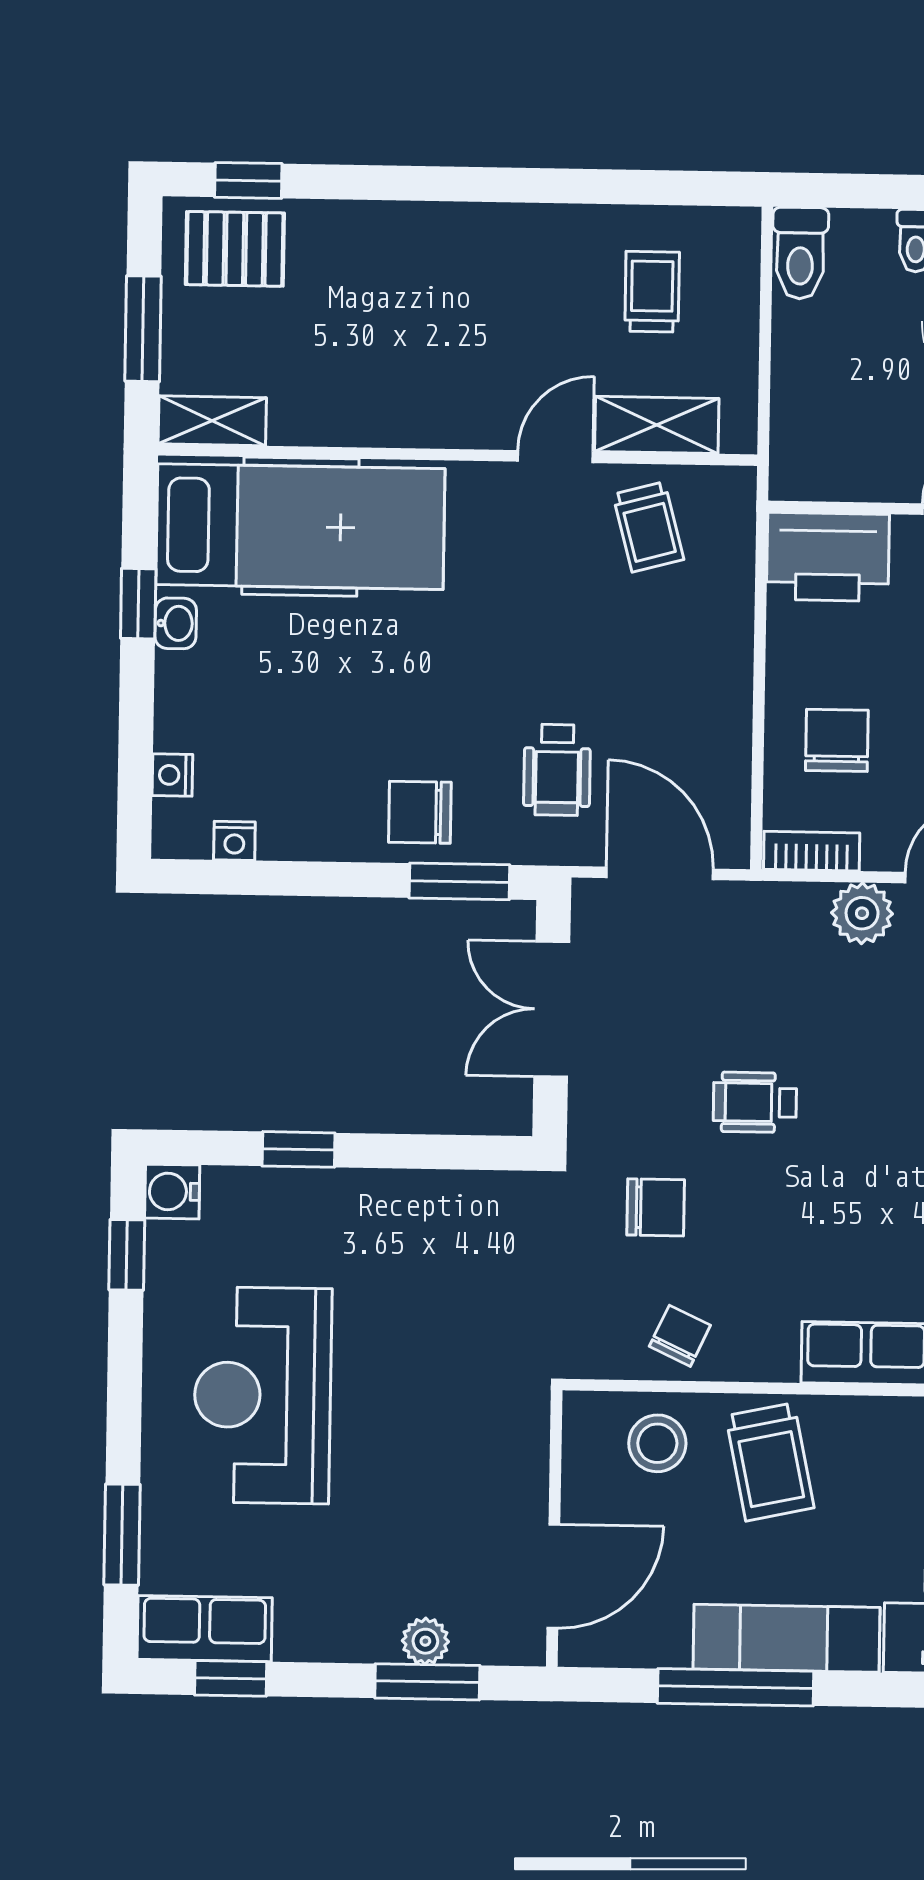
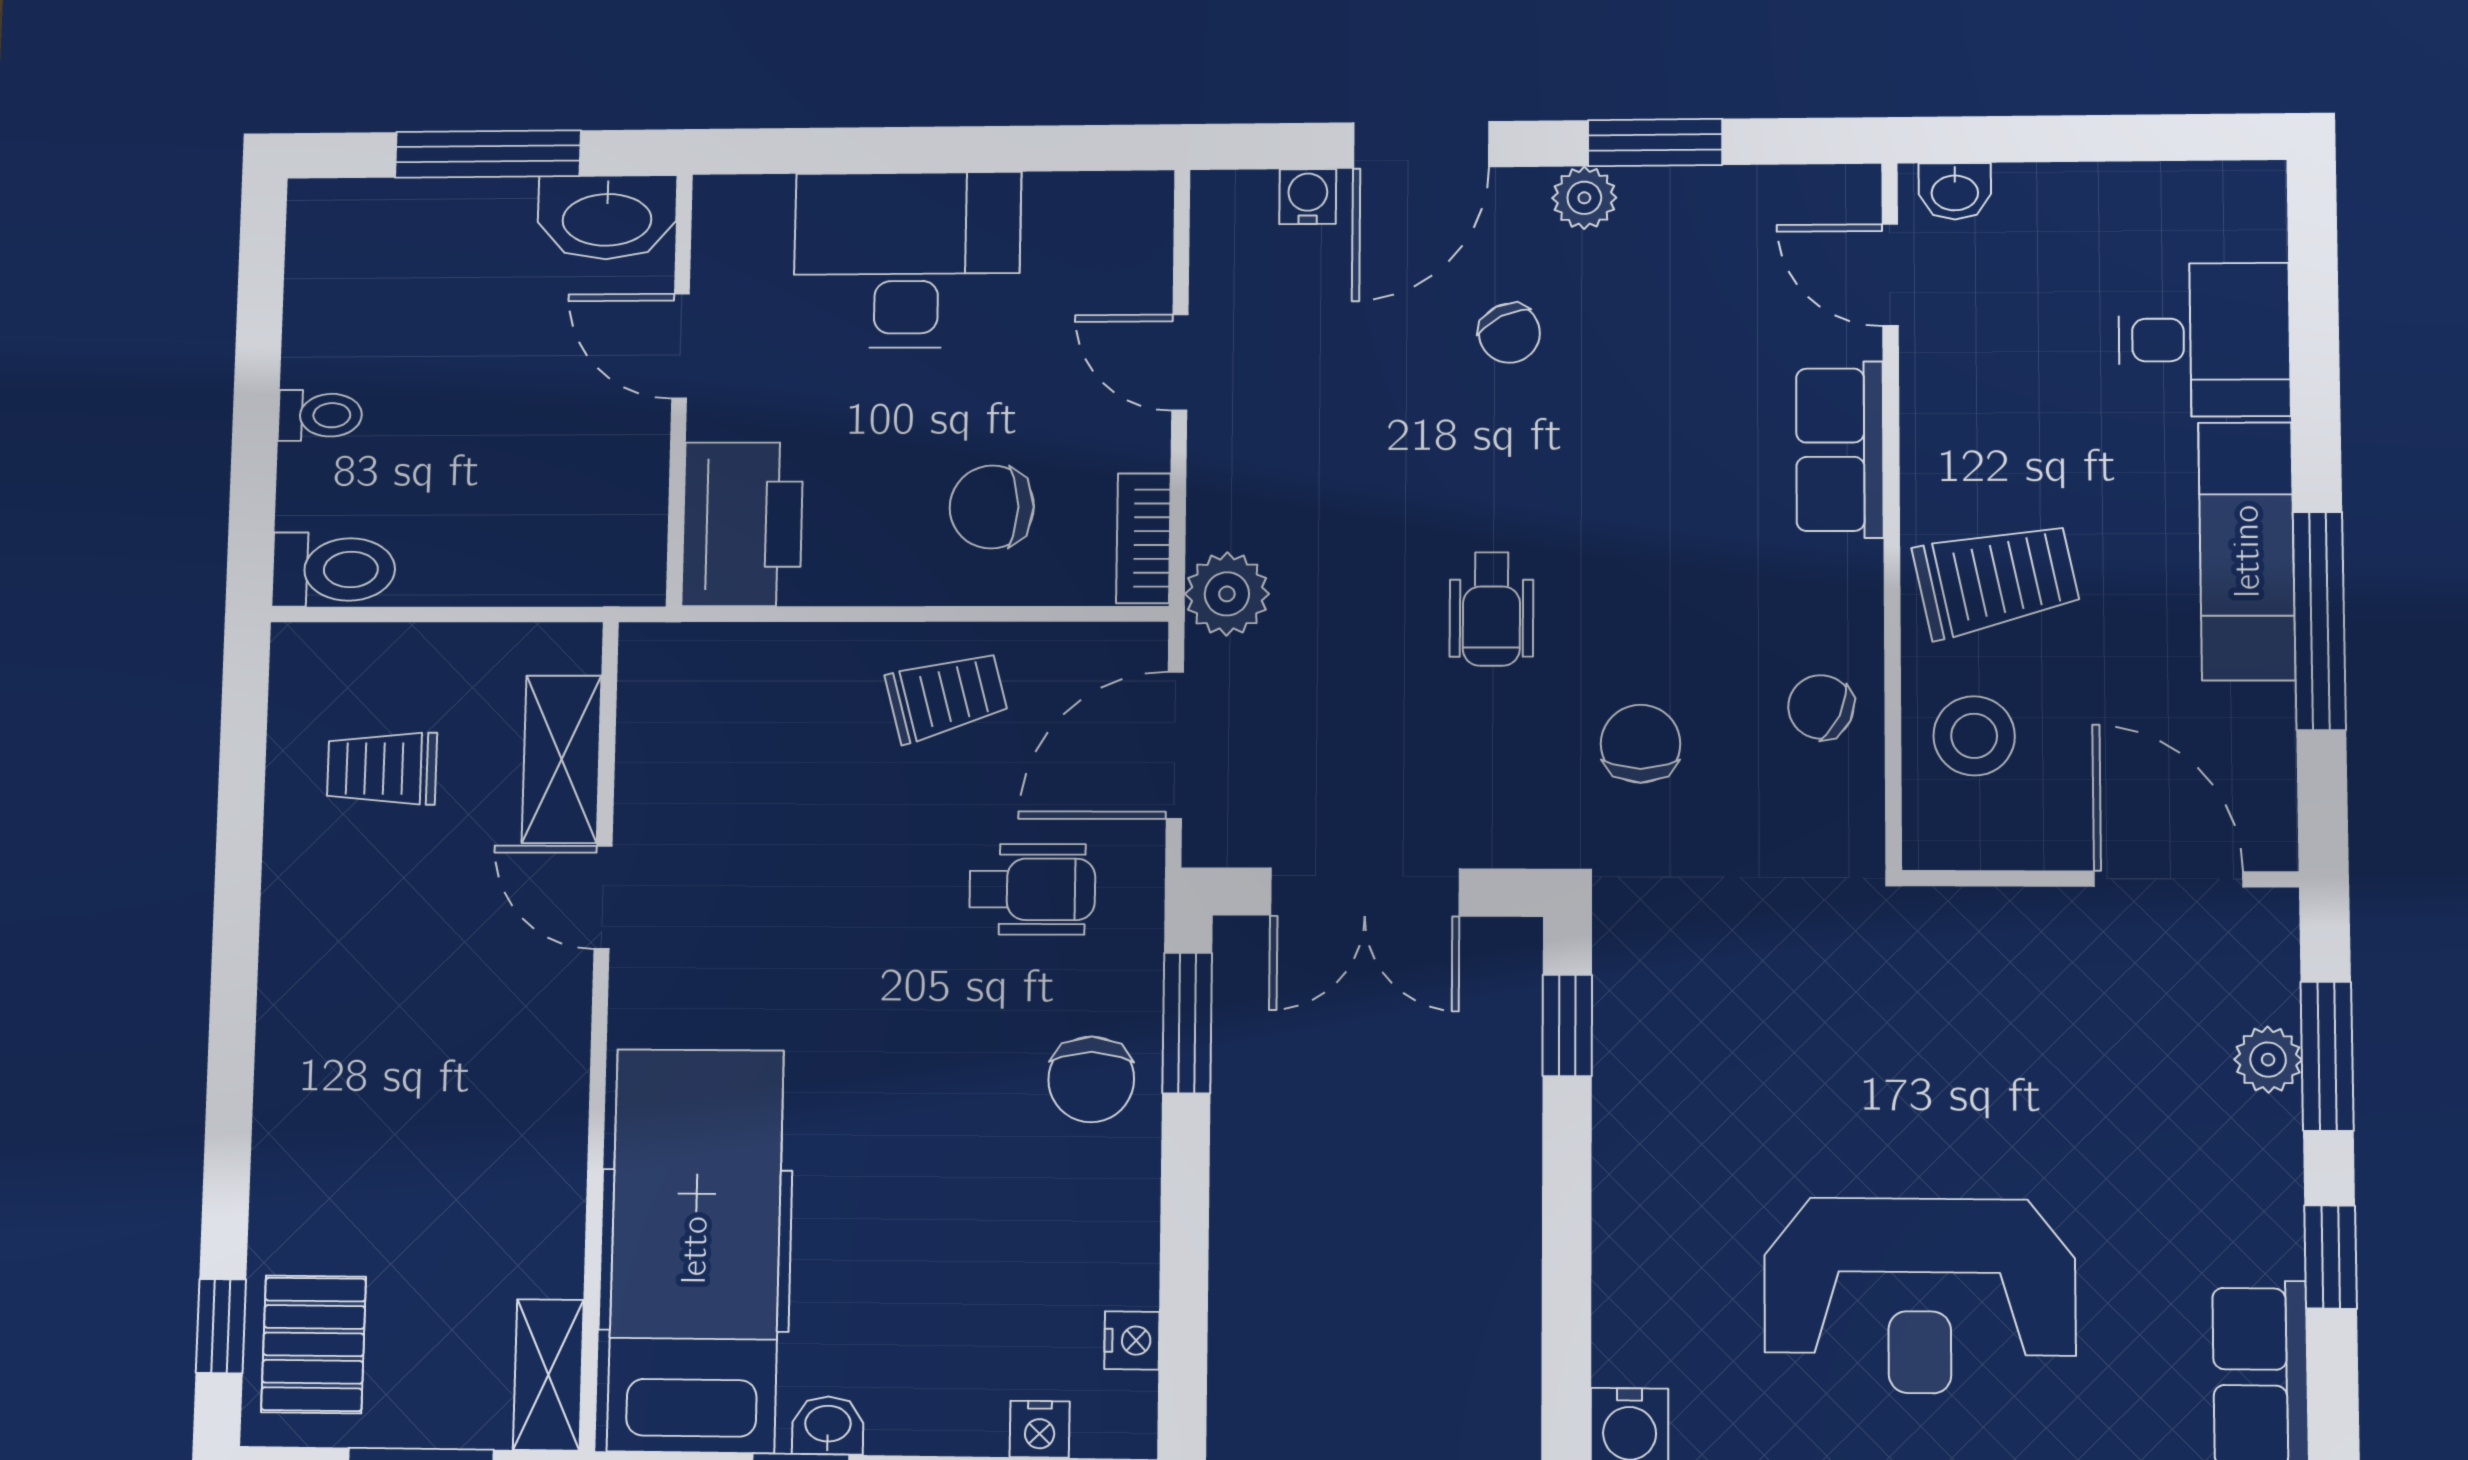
trolley: (648, 527) -> (947, 696), moved
plant: (862, 913) -> (1227, 594), moved
window: (299, 1149) -> (1567, 1025), moved
window: (231, 1678) -> (2331, 1257), moved

